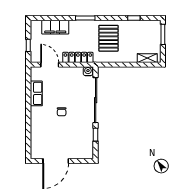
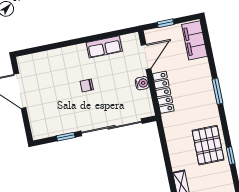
filing cabinet: (55, 27) -> (194, 40), moved
pallet: (108, 38) -> (208, 145), moved, turned 90
water cooler: (88, 71) -> (142, 83), moved

